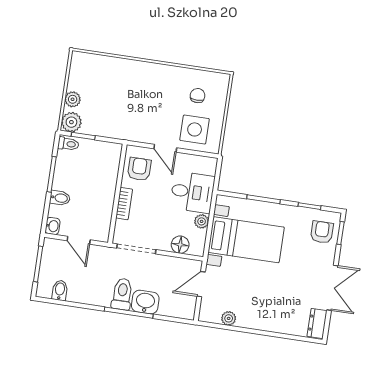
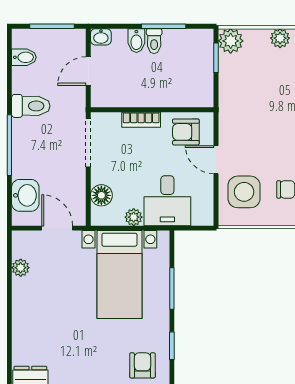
plant: (73, 99) -> (280, 38), moved
toilet: (68, 144) -> (154, 41), moved
door: (165, 148) -> (216, 160), hinge flipped
armchair: (139, 169) -> (186, 132), turned 180
armchair: (322, 232) -> (142, 365), turned -90
toilet: (122, 294) -> (31, 106), moved
washbasin: (145, 302) -> (25, 195), moved

